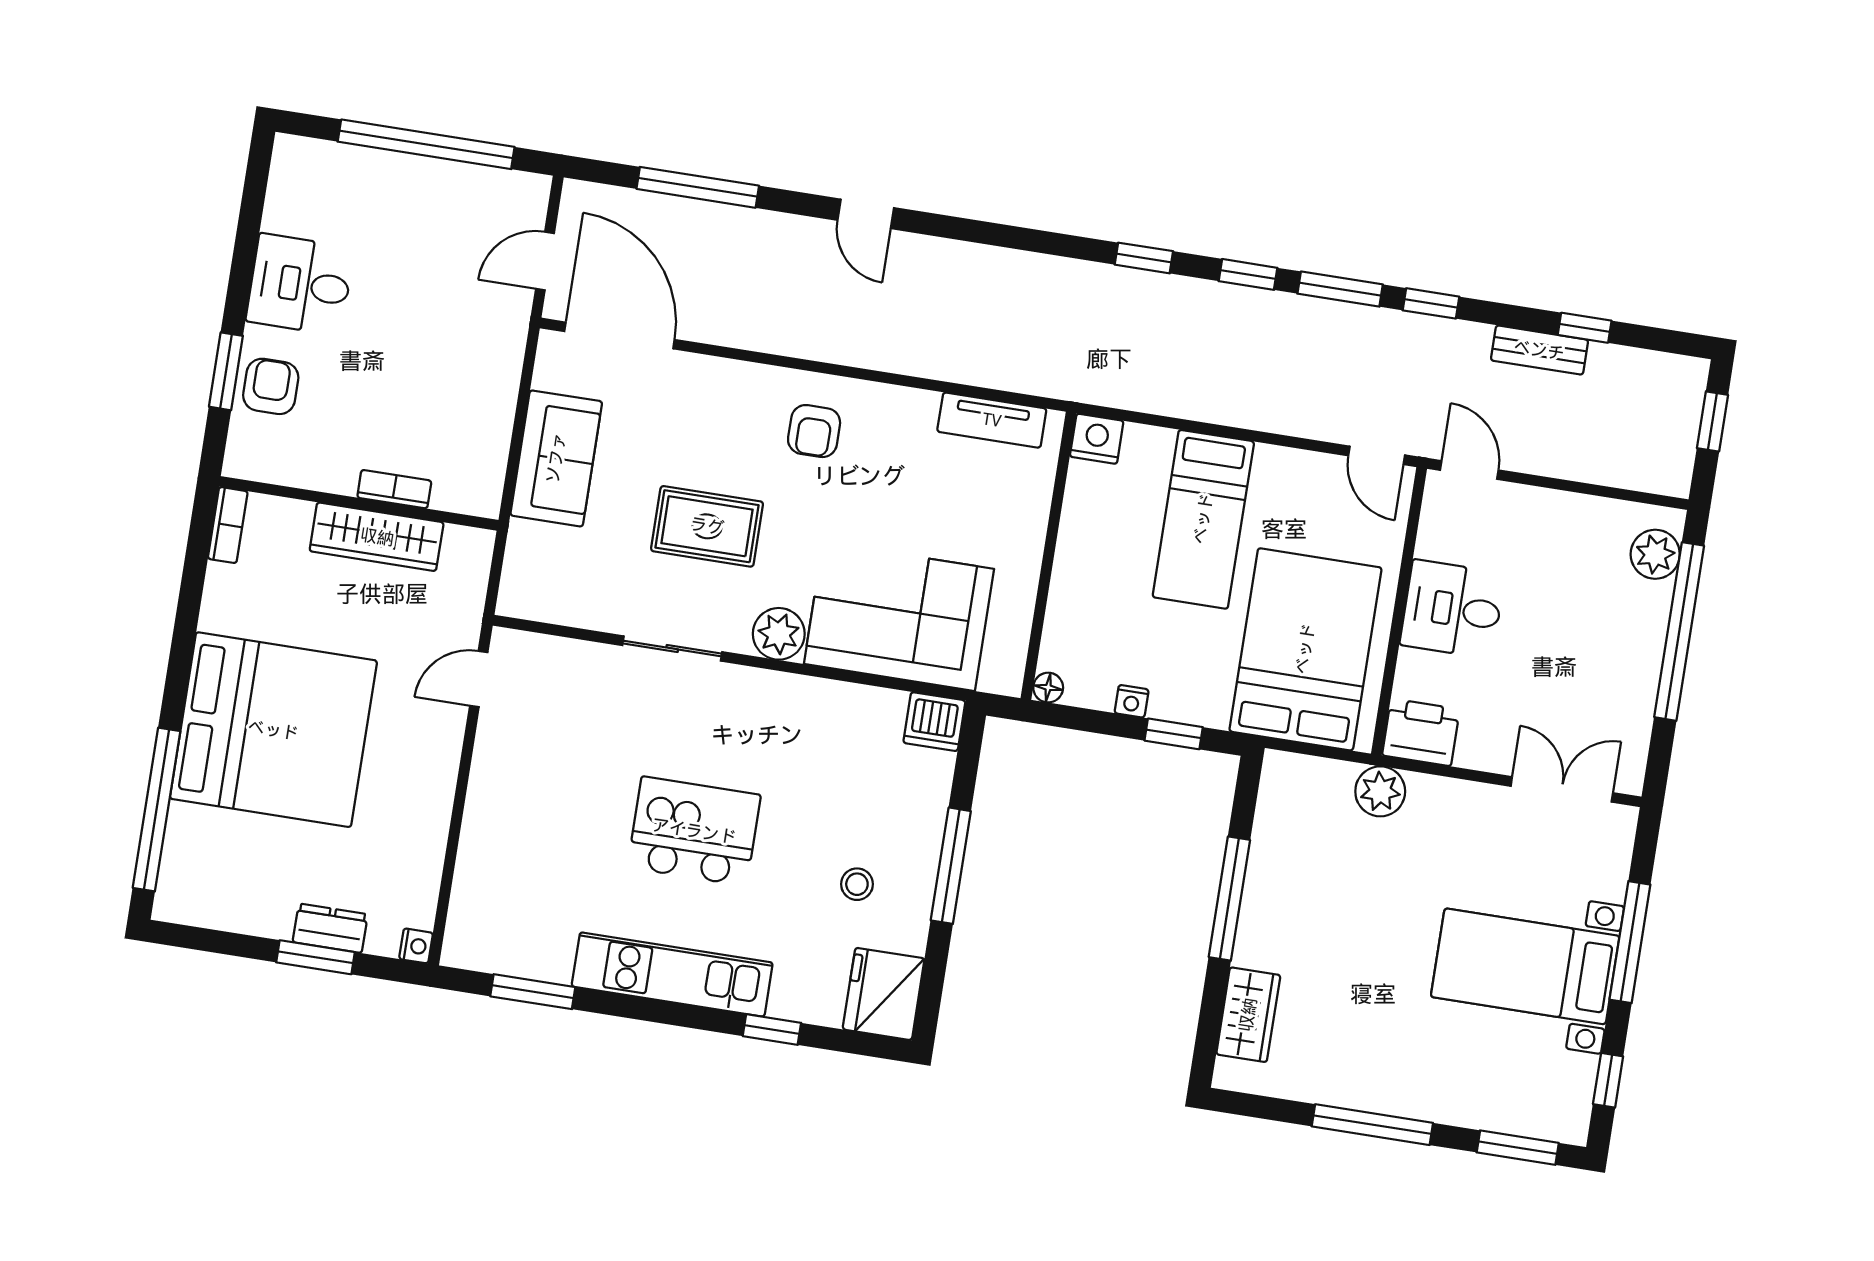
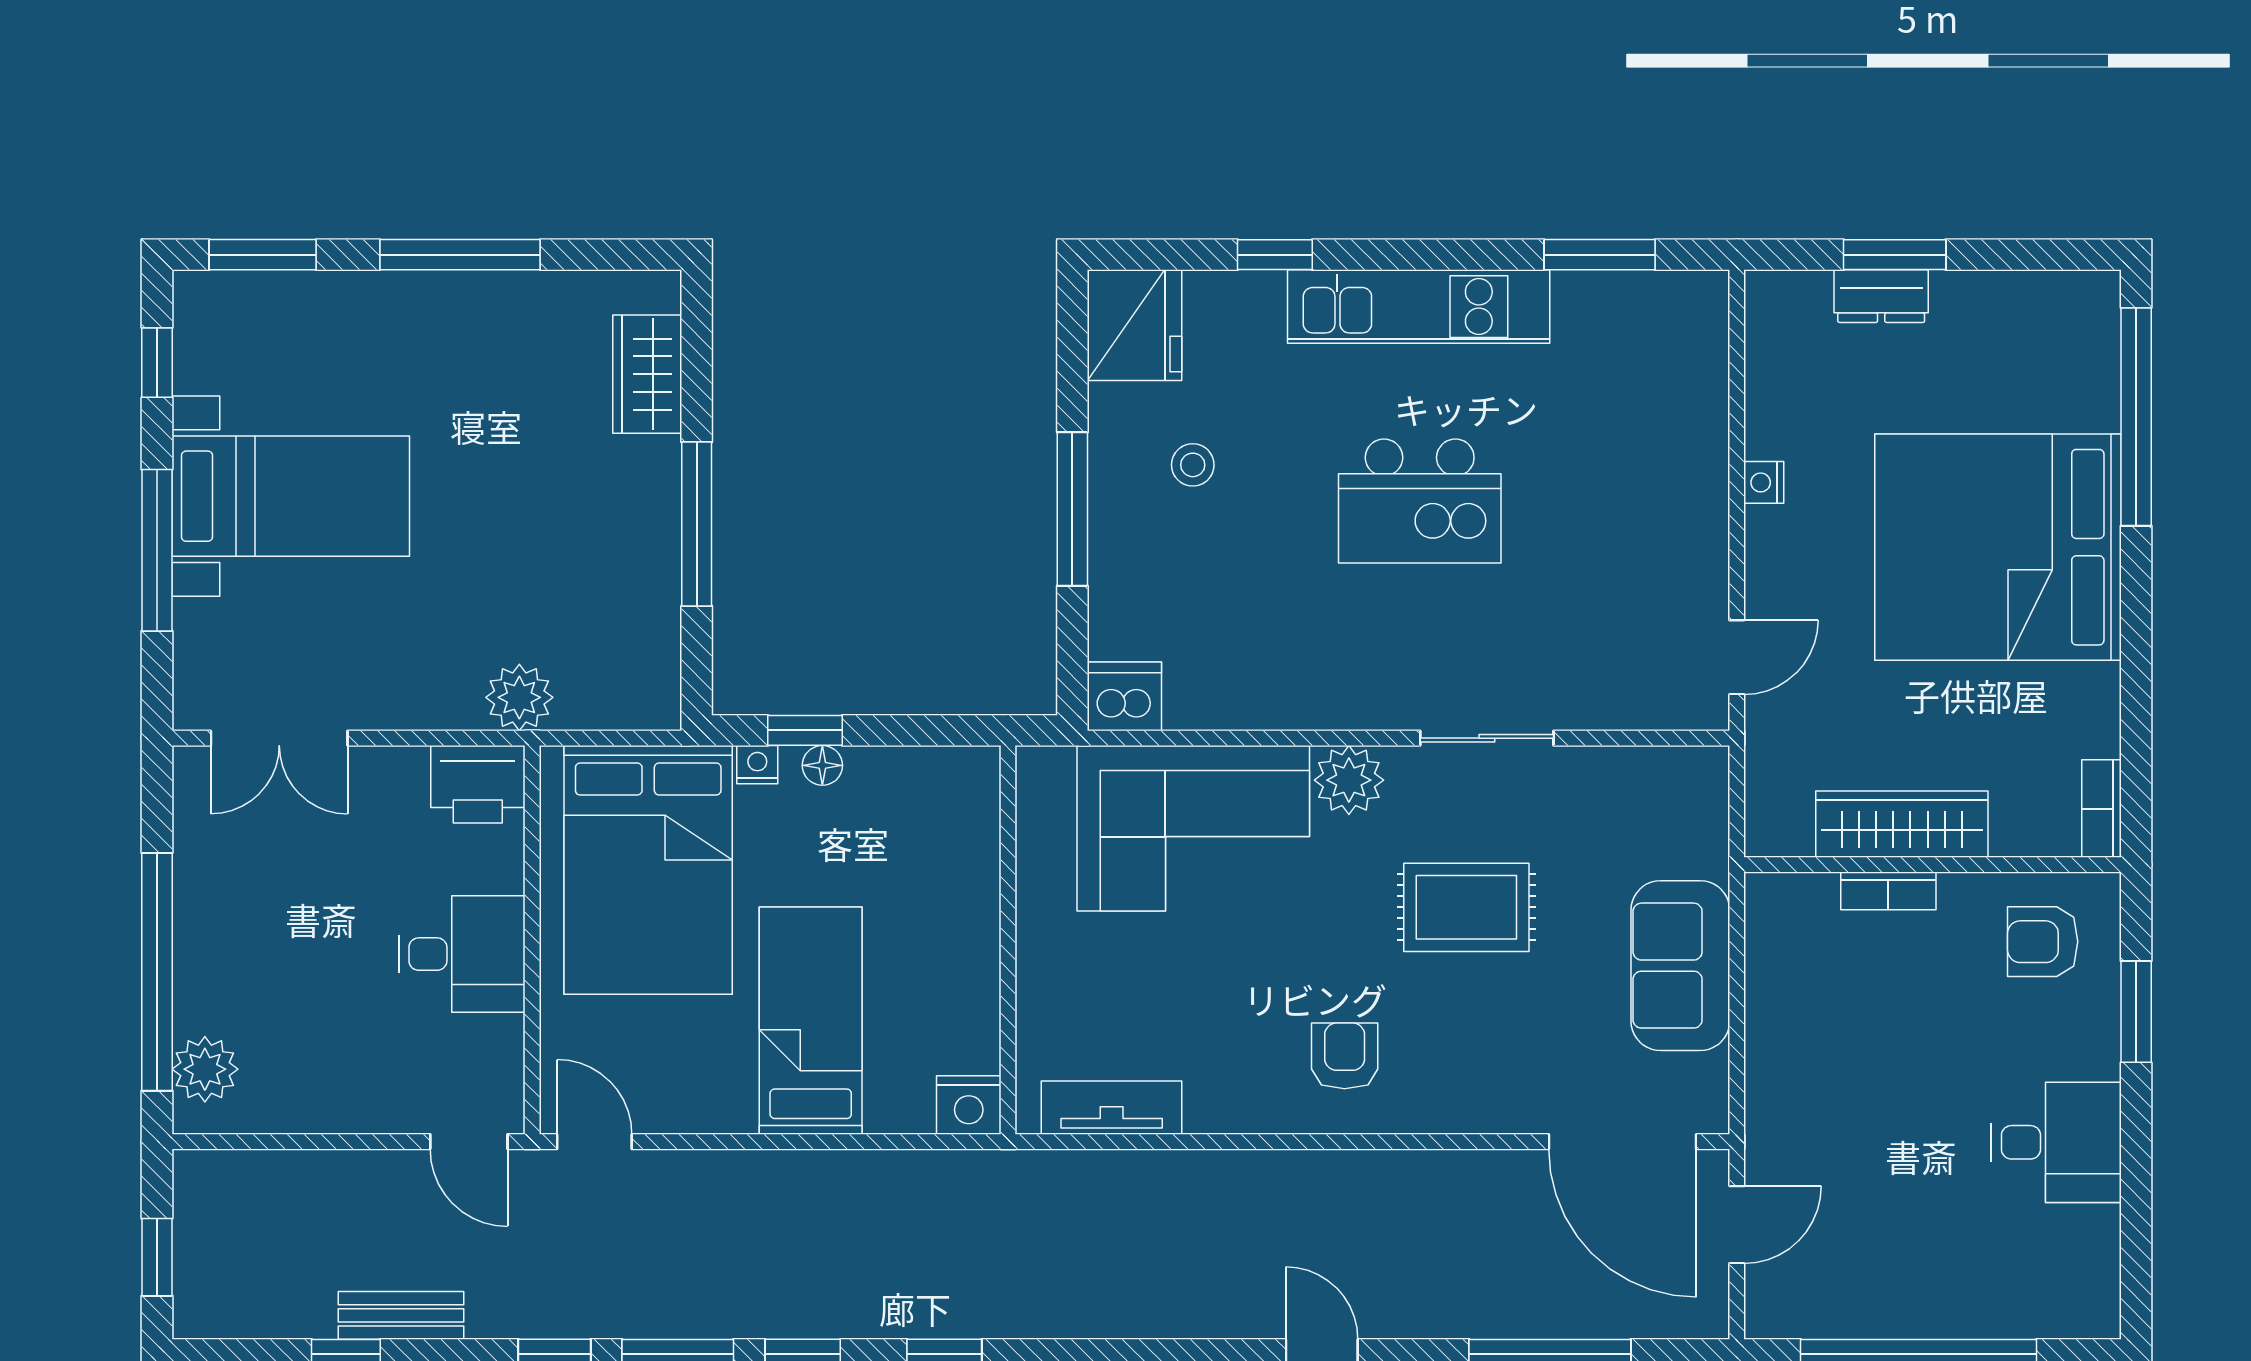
armchair: (271, 386) -> (2043, 942), moved, turned 90
floor lamp: (1048, 688) -> (822, 765), moved
nightstand: (1132, 701) -> (757, 765), moved
nightstand: (416, 946) -> (1764, 482), moved

